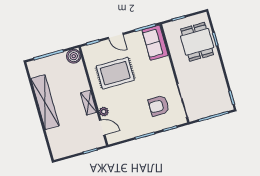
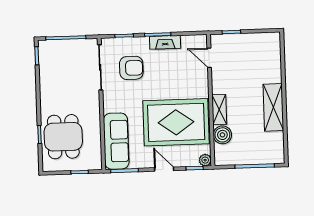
sofa: (155, 43) -> (116, 141), width x1.36
boiler: (74, 56) -> (222, 135), moved
rug: (115, 73) -> (176, 122), width x1.37, depth x1.44
shelving: (45, 102) -> (273, 107), width x0.68
shelving: (89, 103) -> (219, 110), moved
plant: (104, 112) -> (205, 160), moved
fireplace: (138, 131) -> (165, 42), added

